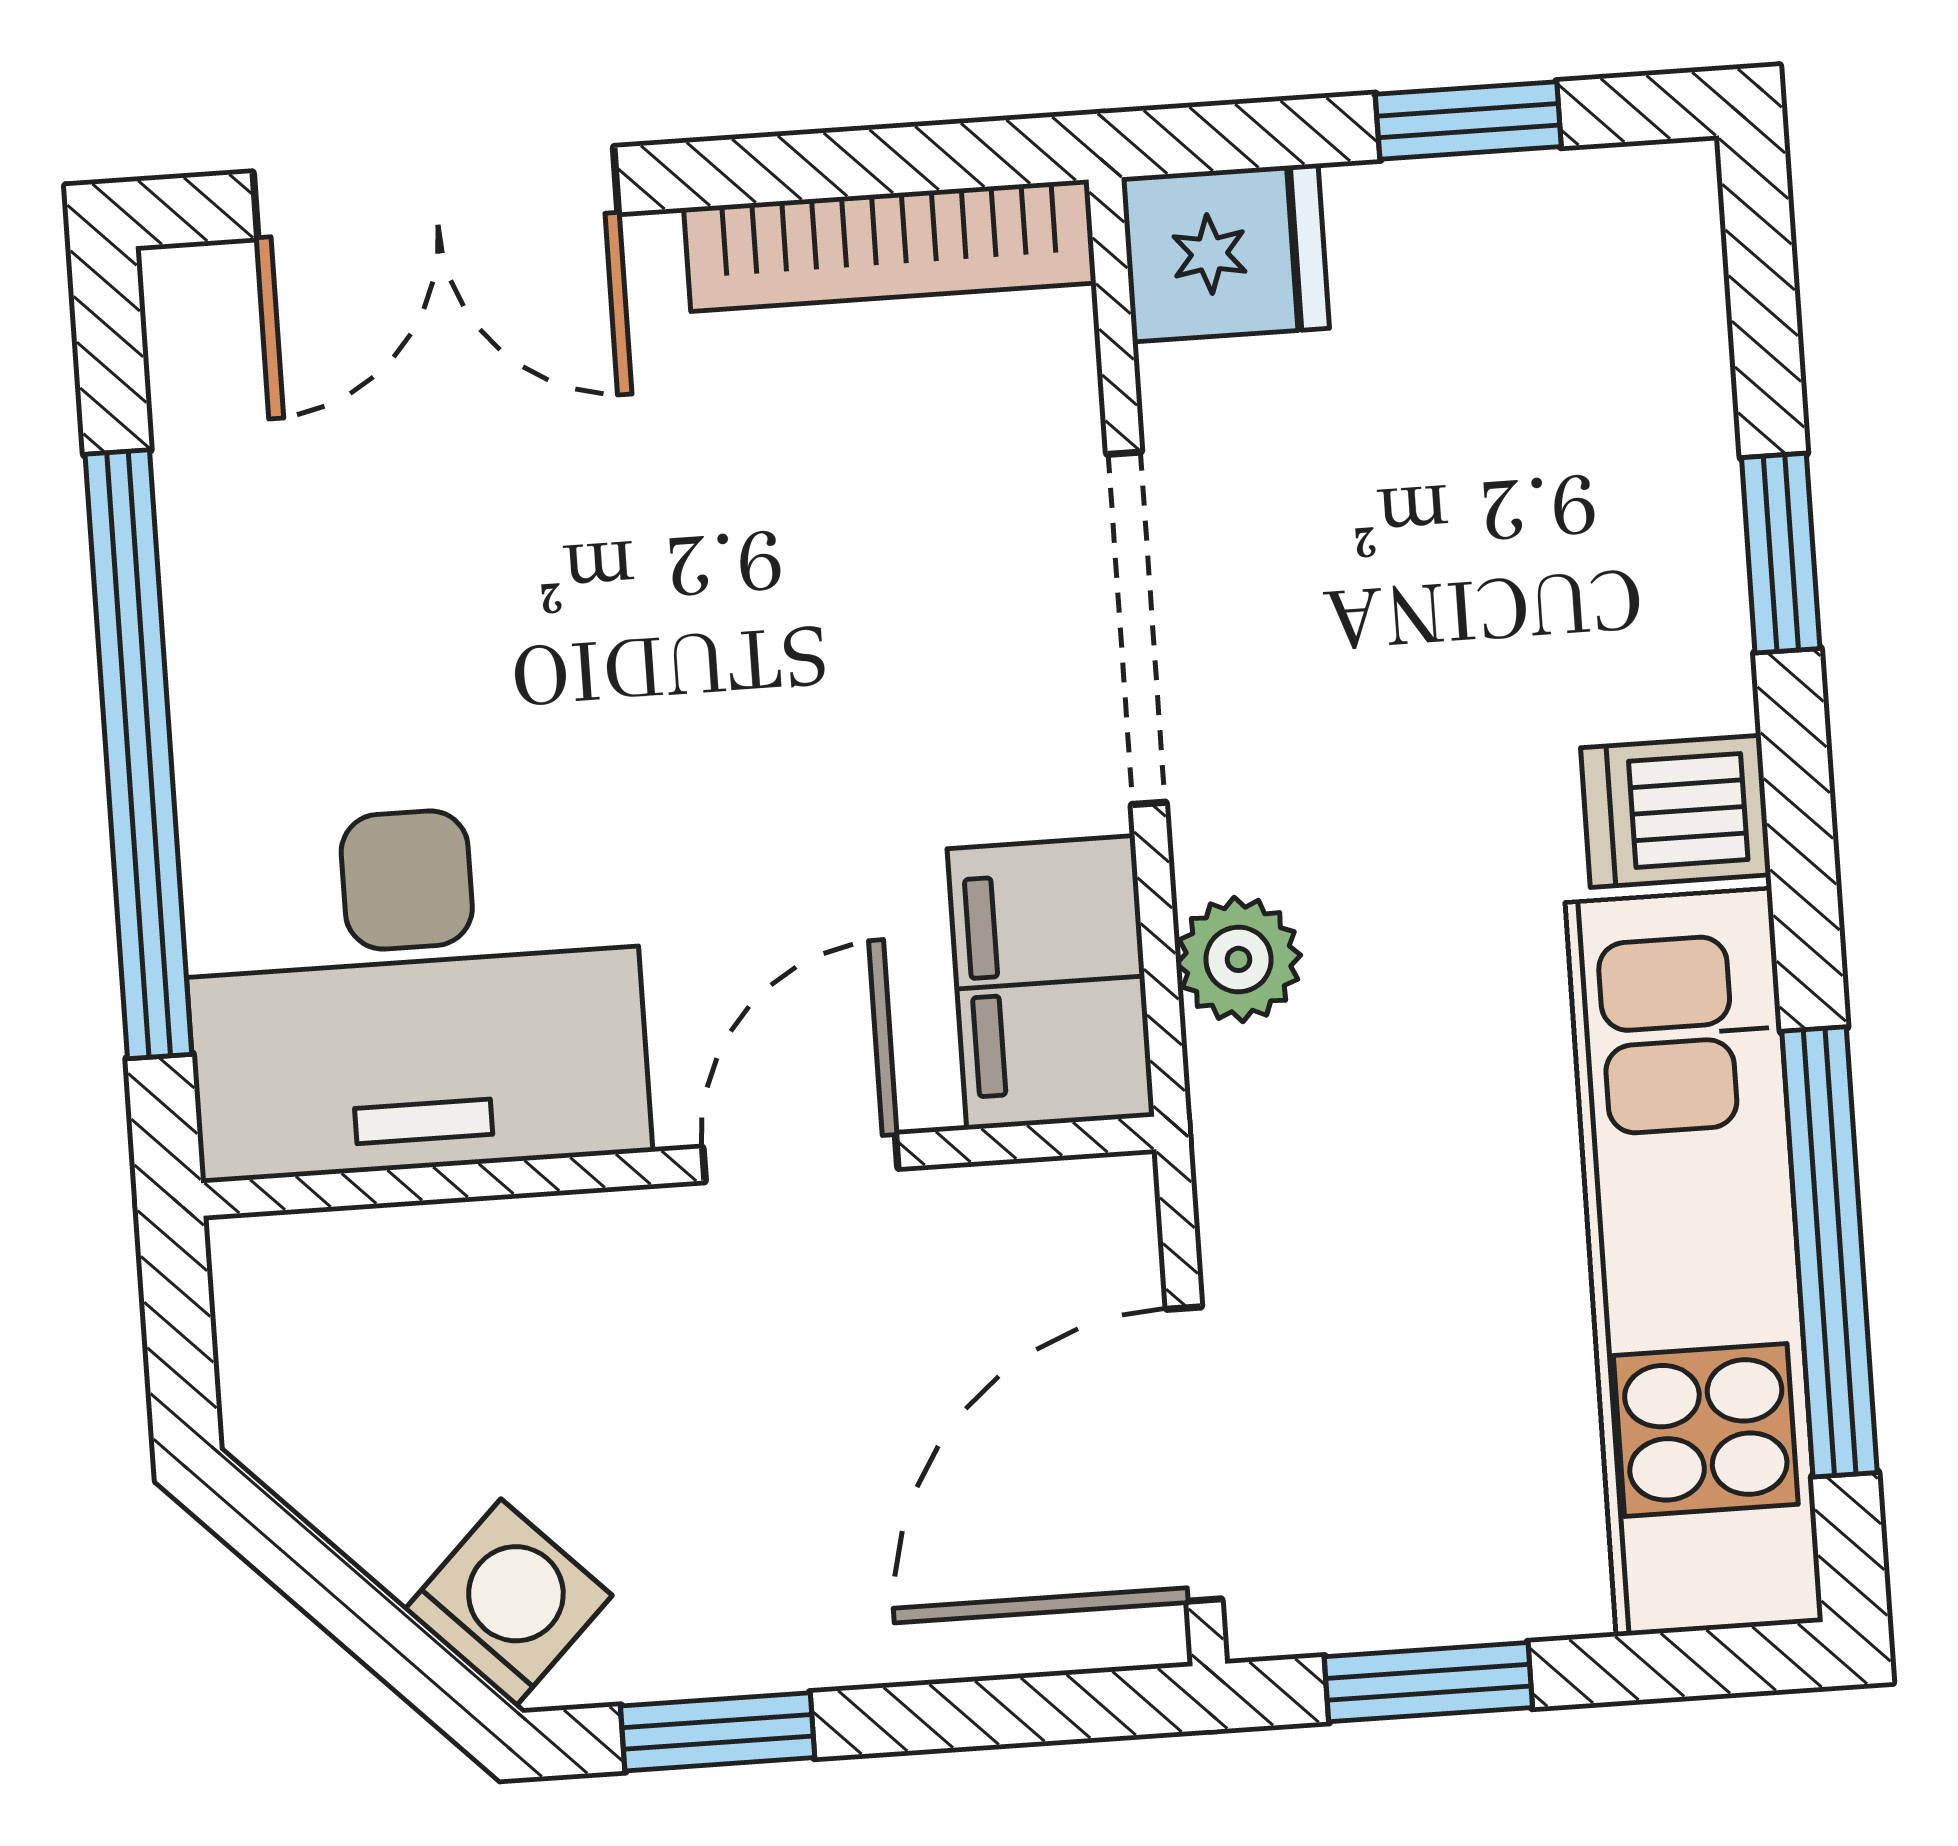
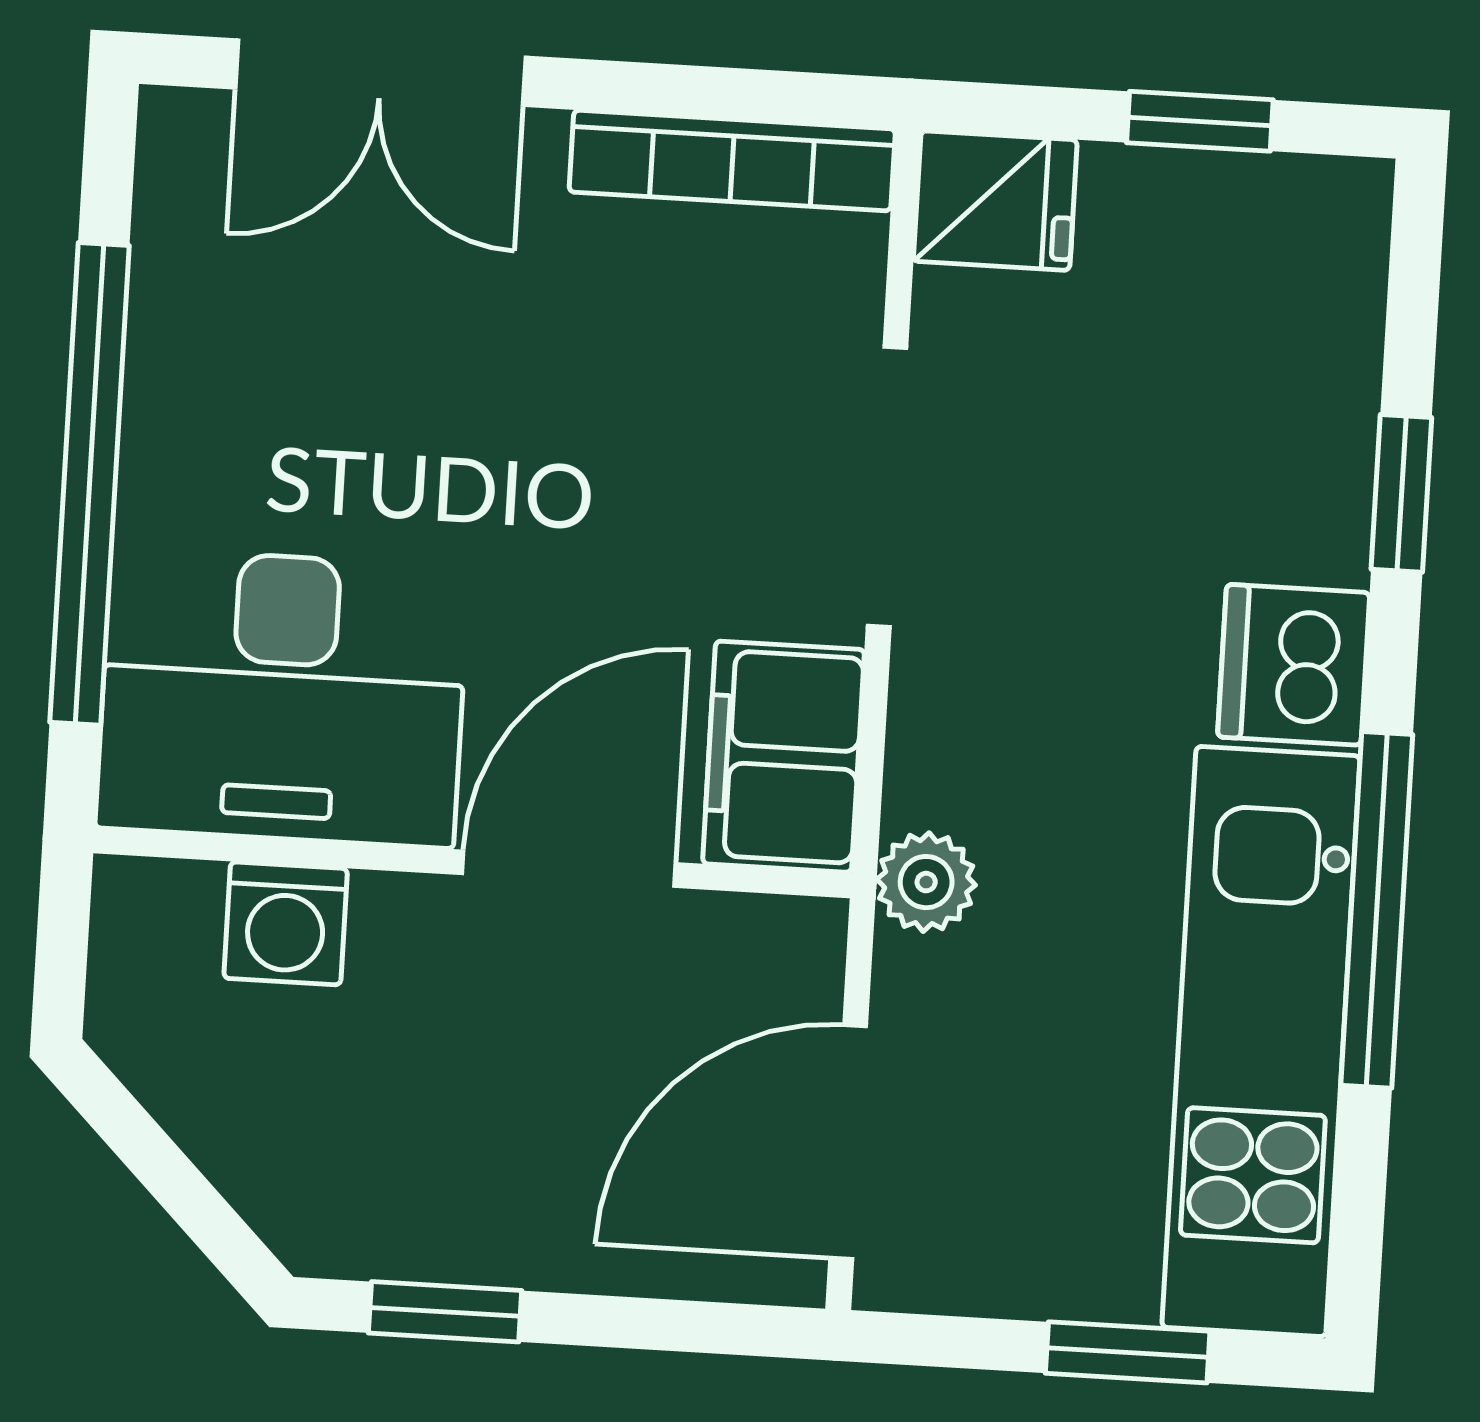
dishwasher: (1676, 811) -> (1294, 665), width x1.38
plant: (1238, 959) -> (926, 882), moved
door: (800, 1158) -> (569, 869), width x1.37
window: (1830, 1252) -> (1377, 910), moved
washing machine: (508, 1603) -> (286, 923), moved, turned 135
window: (1428, 1682) -> (1128, 1352), moved

